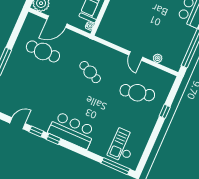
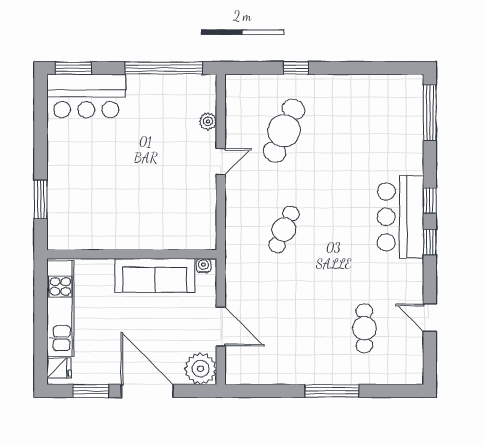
cafe table: (43, 51) -> (364, 328), moved, width x0.73, depth x0.74
cafe table: (137, 93) -> (284, 131), turned 36
window: (36, 131) -> (430, 200), moved
checkout: (123, 146) -> (388, 116), removed

